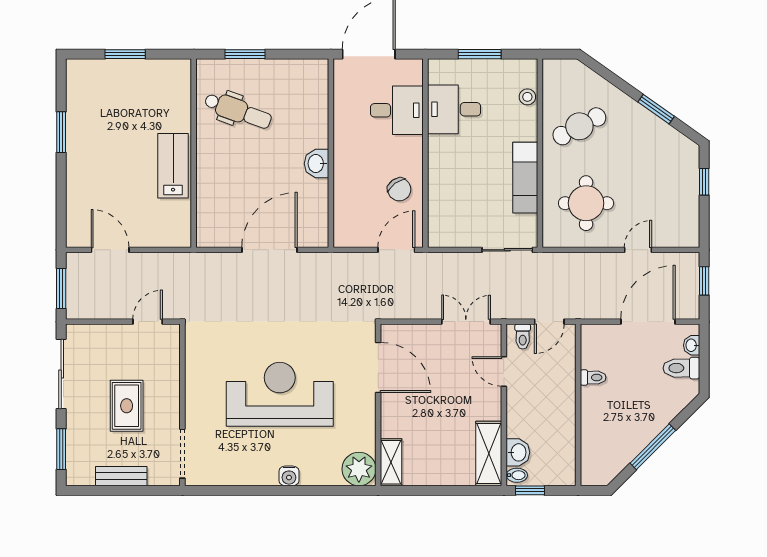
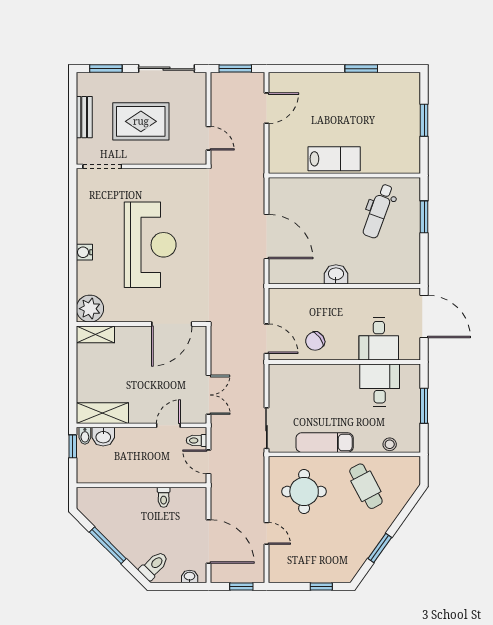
toilet: (681, 368) -> (154, 566), moved, turned 45
rug: (127, 406) -> (141, 121), width x1.36, depth x1.43

